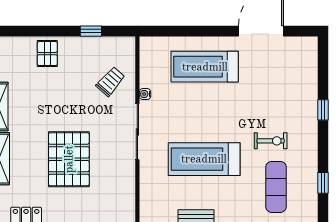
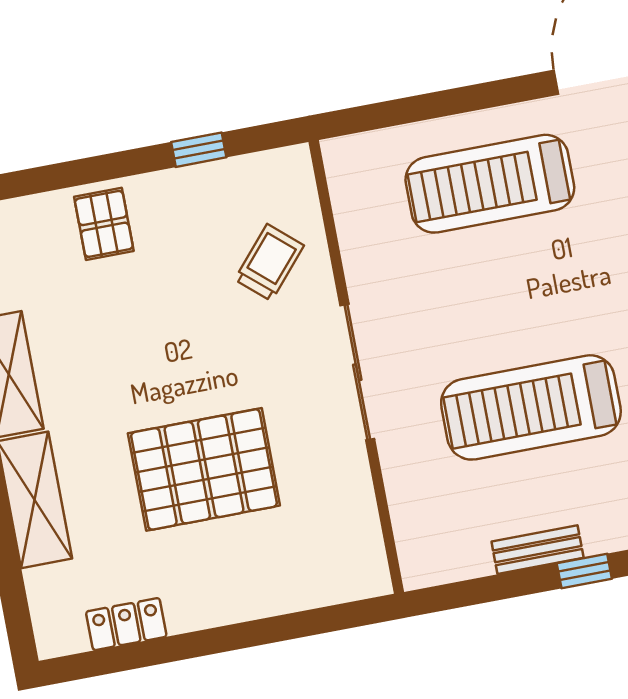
water cooler: (145, 94) -> (358, 277), removed
pallet: (69, 159) -> (204, 469), turned 90

